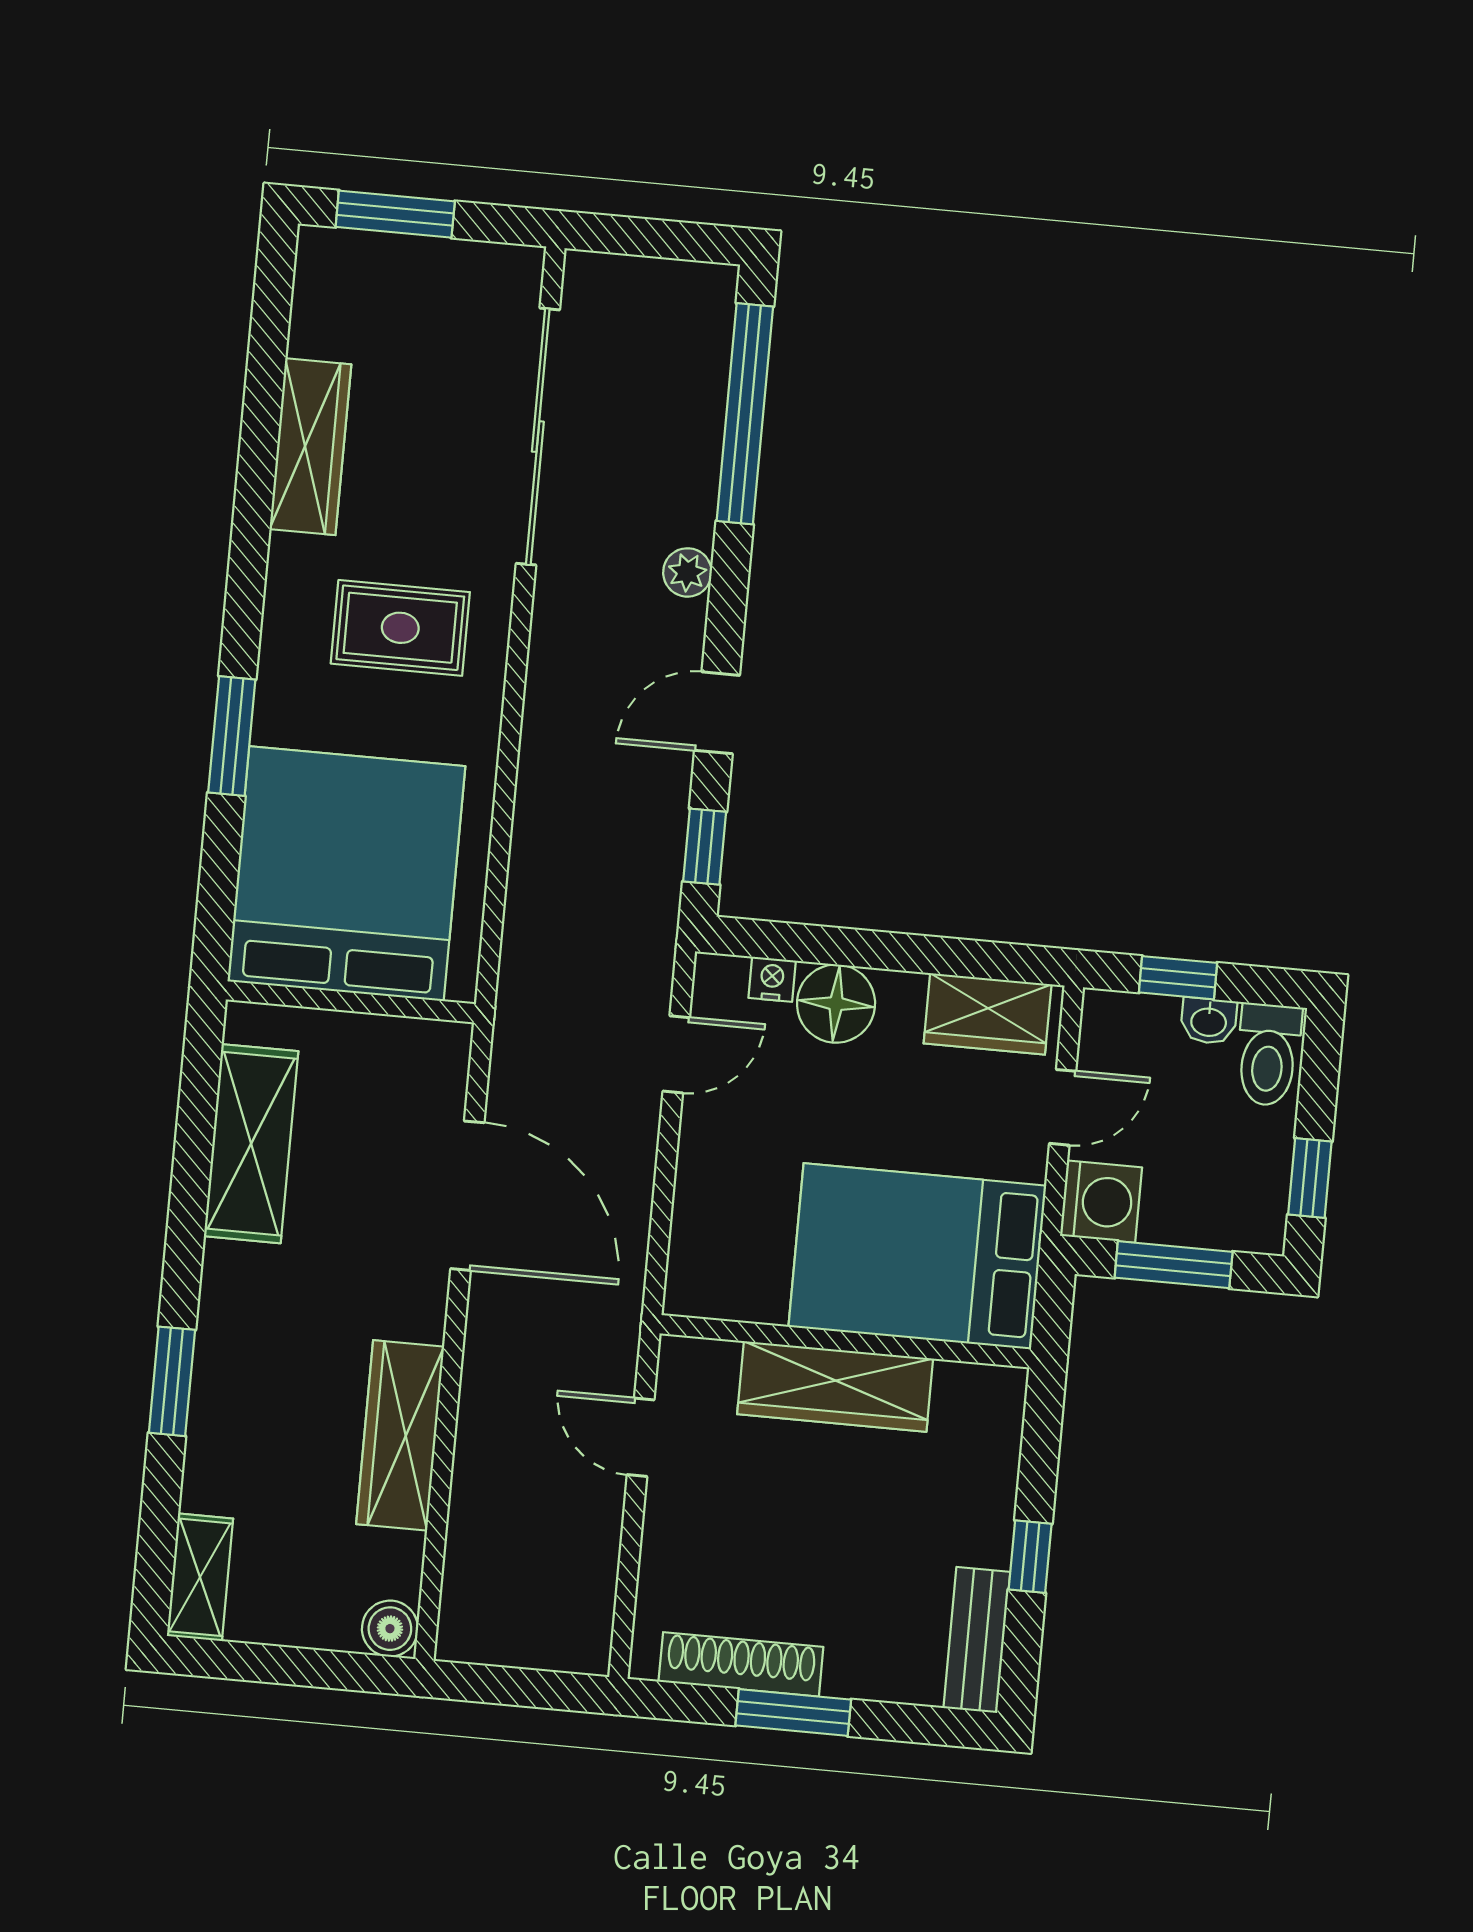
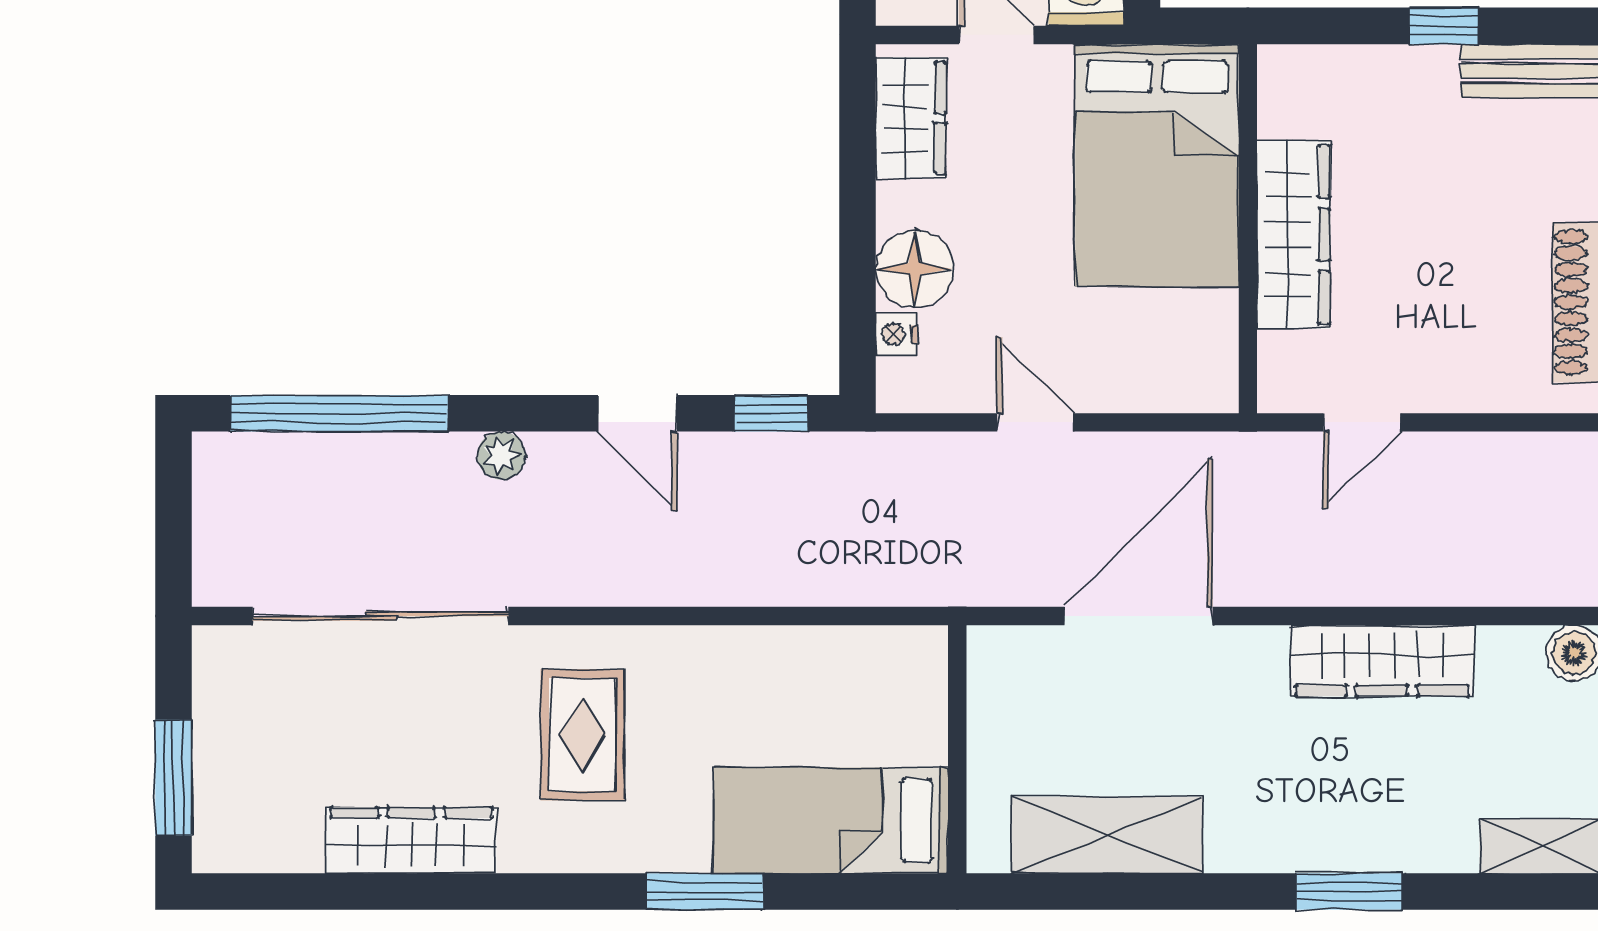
bed: (346, 874) -> (831, 820), width x0.49
door: (676, 1054) -> (1035, 422), moved

